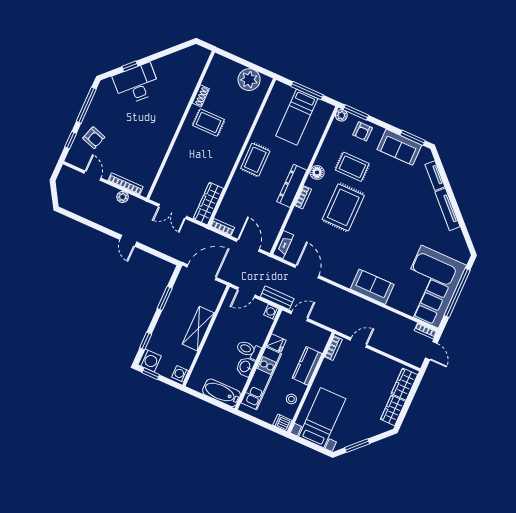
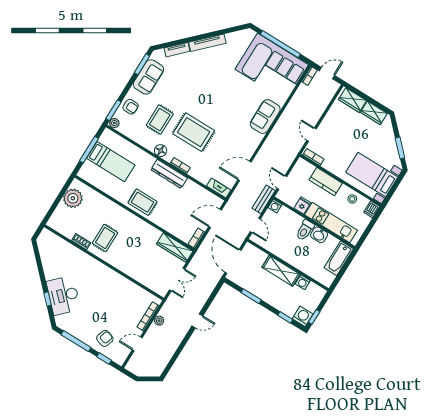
washing machine: (180, 374) -> (303, 282), moved

